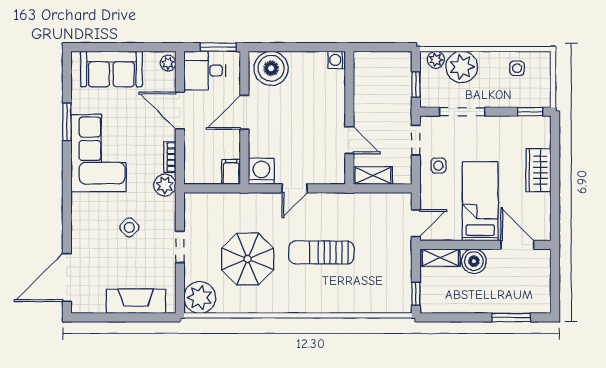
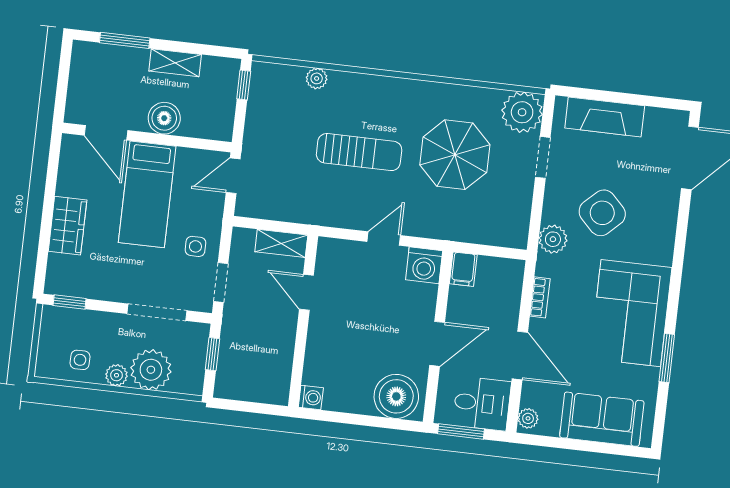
plant: (436, 60) -> (116, 375), moved
plant: (165, 185) -> (553, 239), moved
side table: (129, 227) -> (602, 213), width x1.87, depth x1.87
doorway: (180, 247) -> (543, 157), moved
shelving: (440, 258) -> (175, 63), moved
plant: (360, 305) -> (317, 78), added

